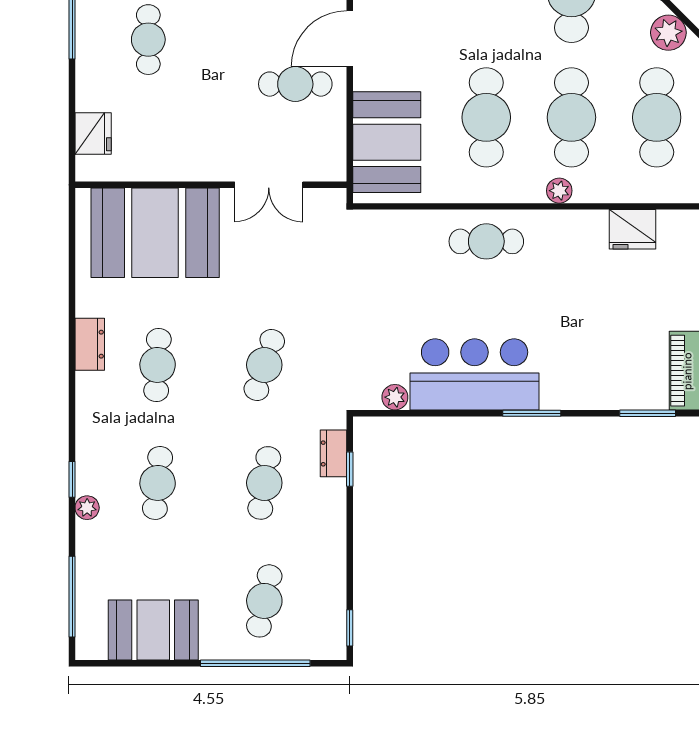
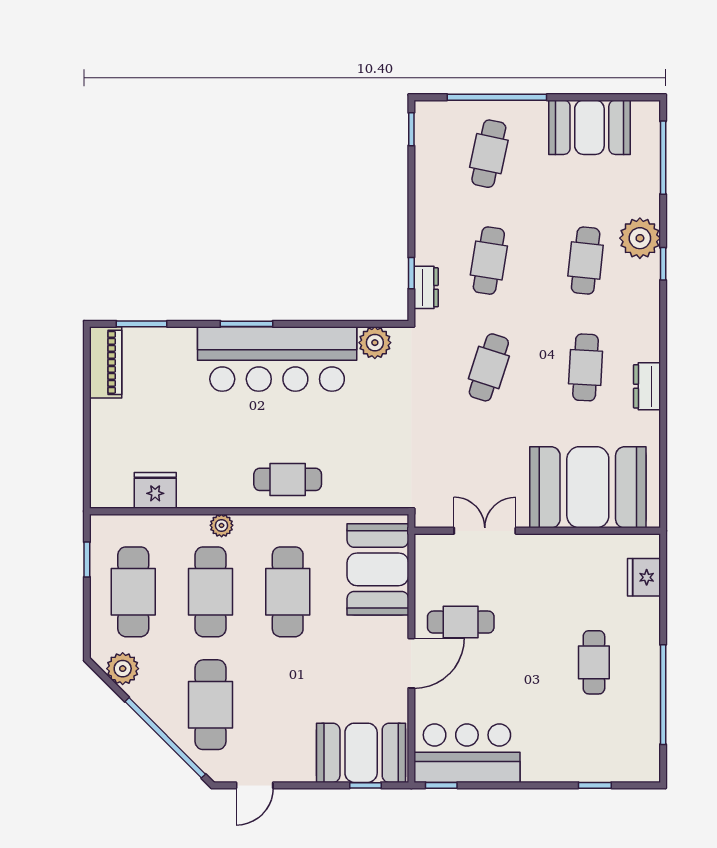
bar counter: (475, 374) -> (277, 359), width x1.36
plant: (395, 397) -> (375, 343), width x1.38, depth x1.38
plant: (87, 508) -> (640, 238), width x1.88, depth x1.88

